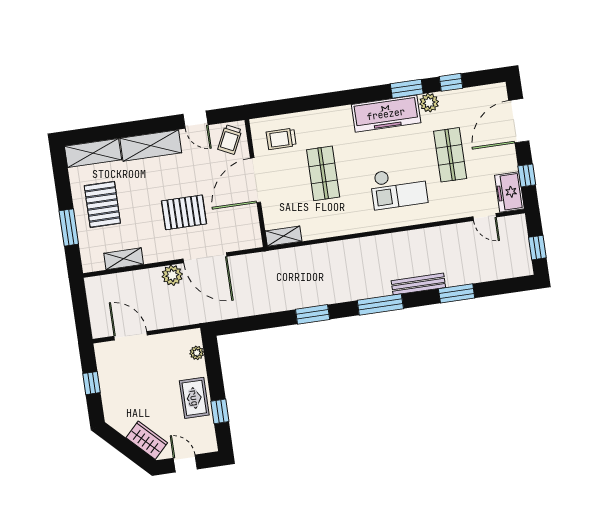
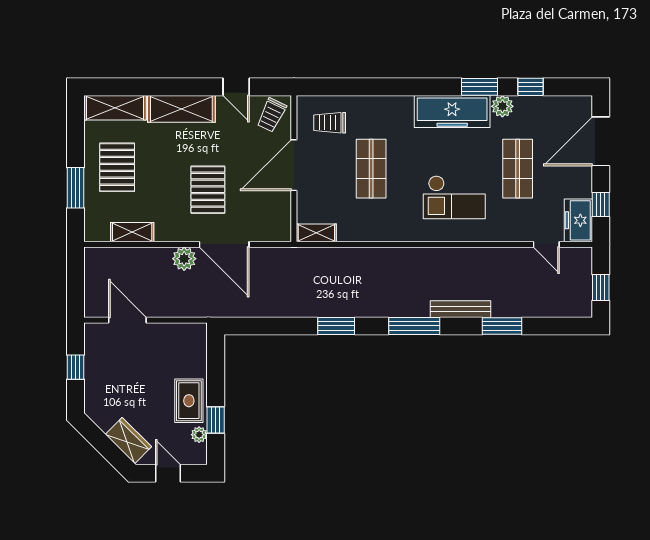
pallet: (184, 212) -> (208, 190), turned 90
plant: (197, 353) -> (199, 435), moved

